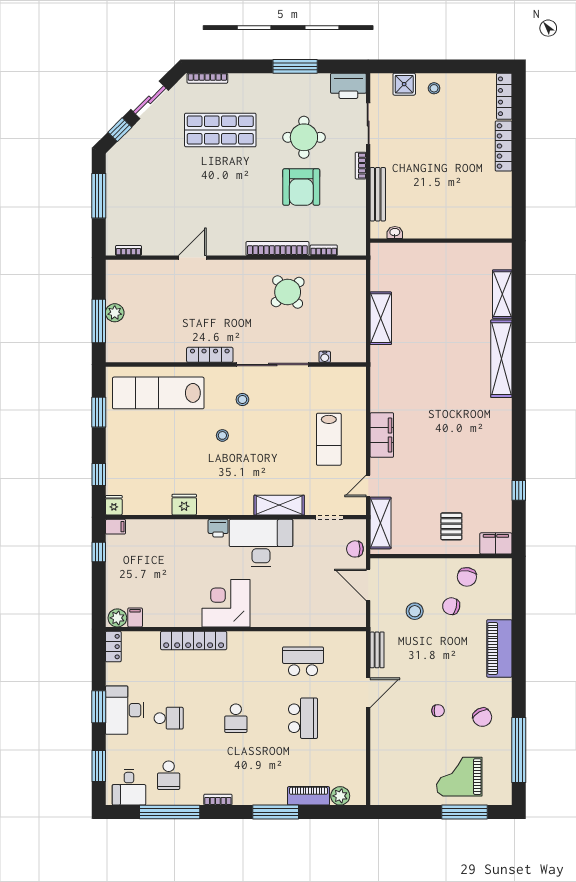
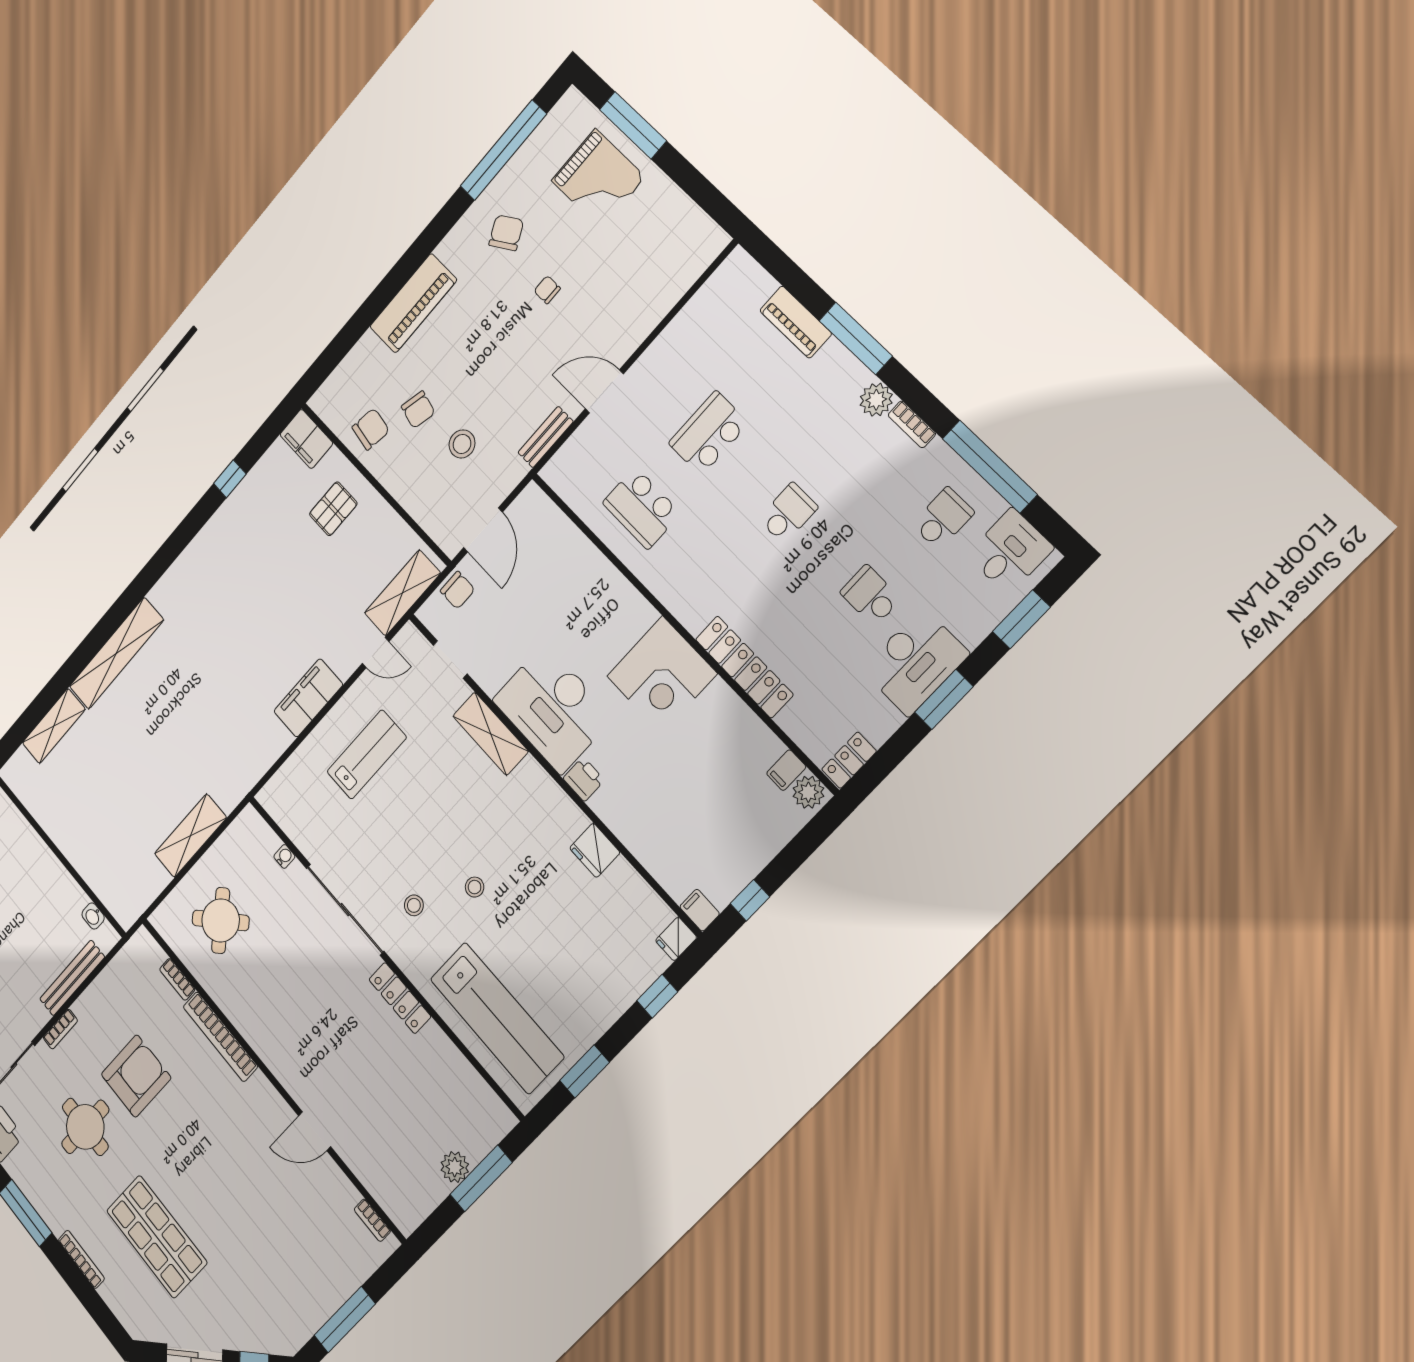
bookcase: (207, 78) -> (81, 1259), moved
round table: (288, 292) -> (221, 920), moved
plant: (340, 796) -> (876, 400), moved

